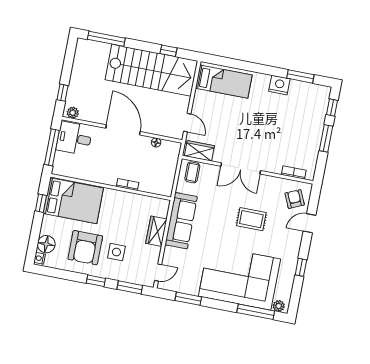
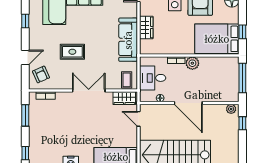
desk: (74, 138) -> (153, 78), moved, turned 180
window: (326, 138) -> (25, 115), moved
plant: (109, 177) -> (192, 63), added

